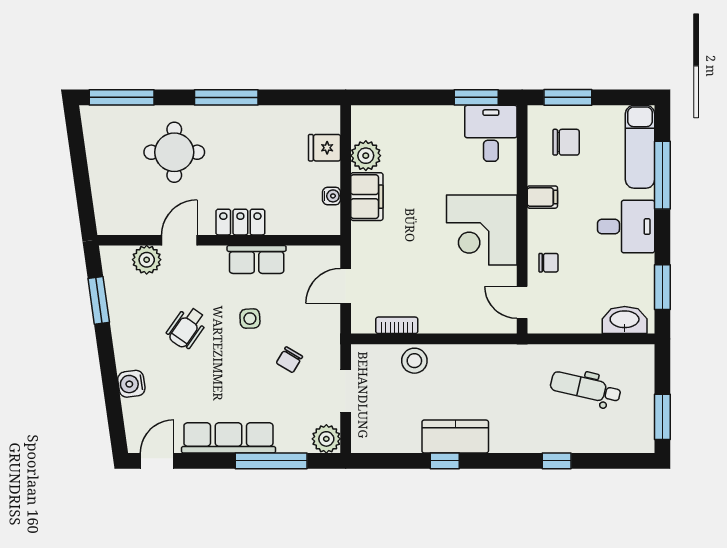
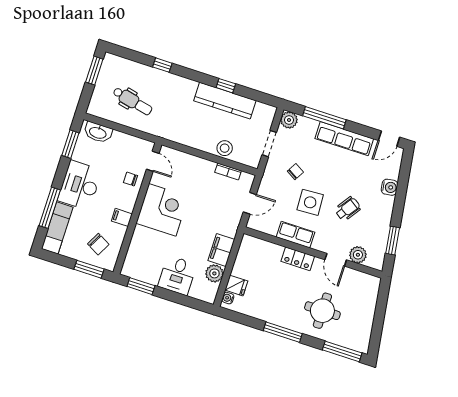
desk: (491, 133) -> (177, 275), moved
chair: (566, 142) -> (98, 244), turned -152
water cooler: (332, 196) -> (228, 298), moved
desk: (626, 227) -> (80, 185), width x1.37
door: (179, 240) -> (336, 260), hinge flipped
side table: (250, 319) -> (310, 202), width x1.87, depth x1.87
kitchen counter: (455, 436) -> (225, 101), width x1.50

